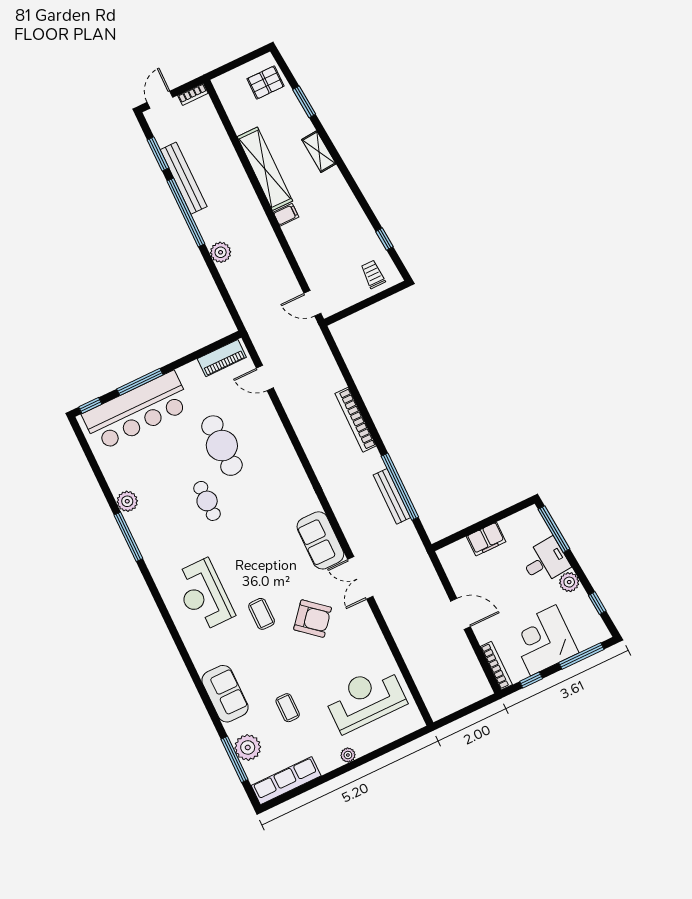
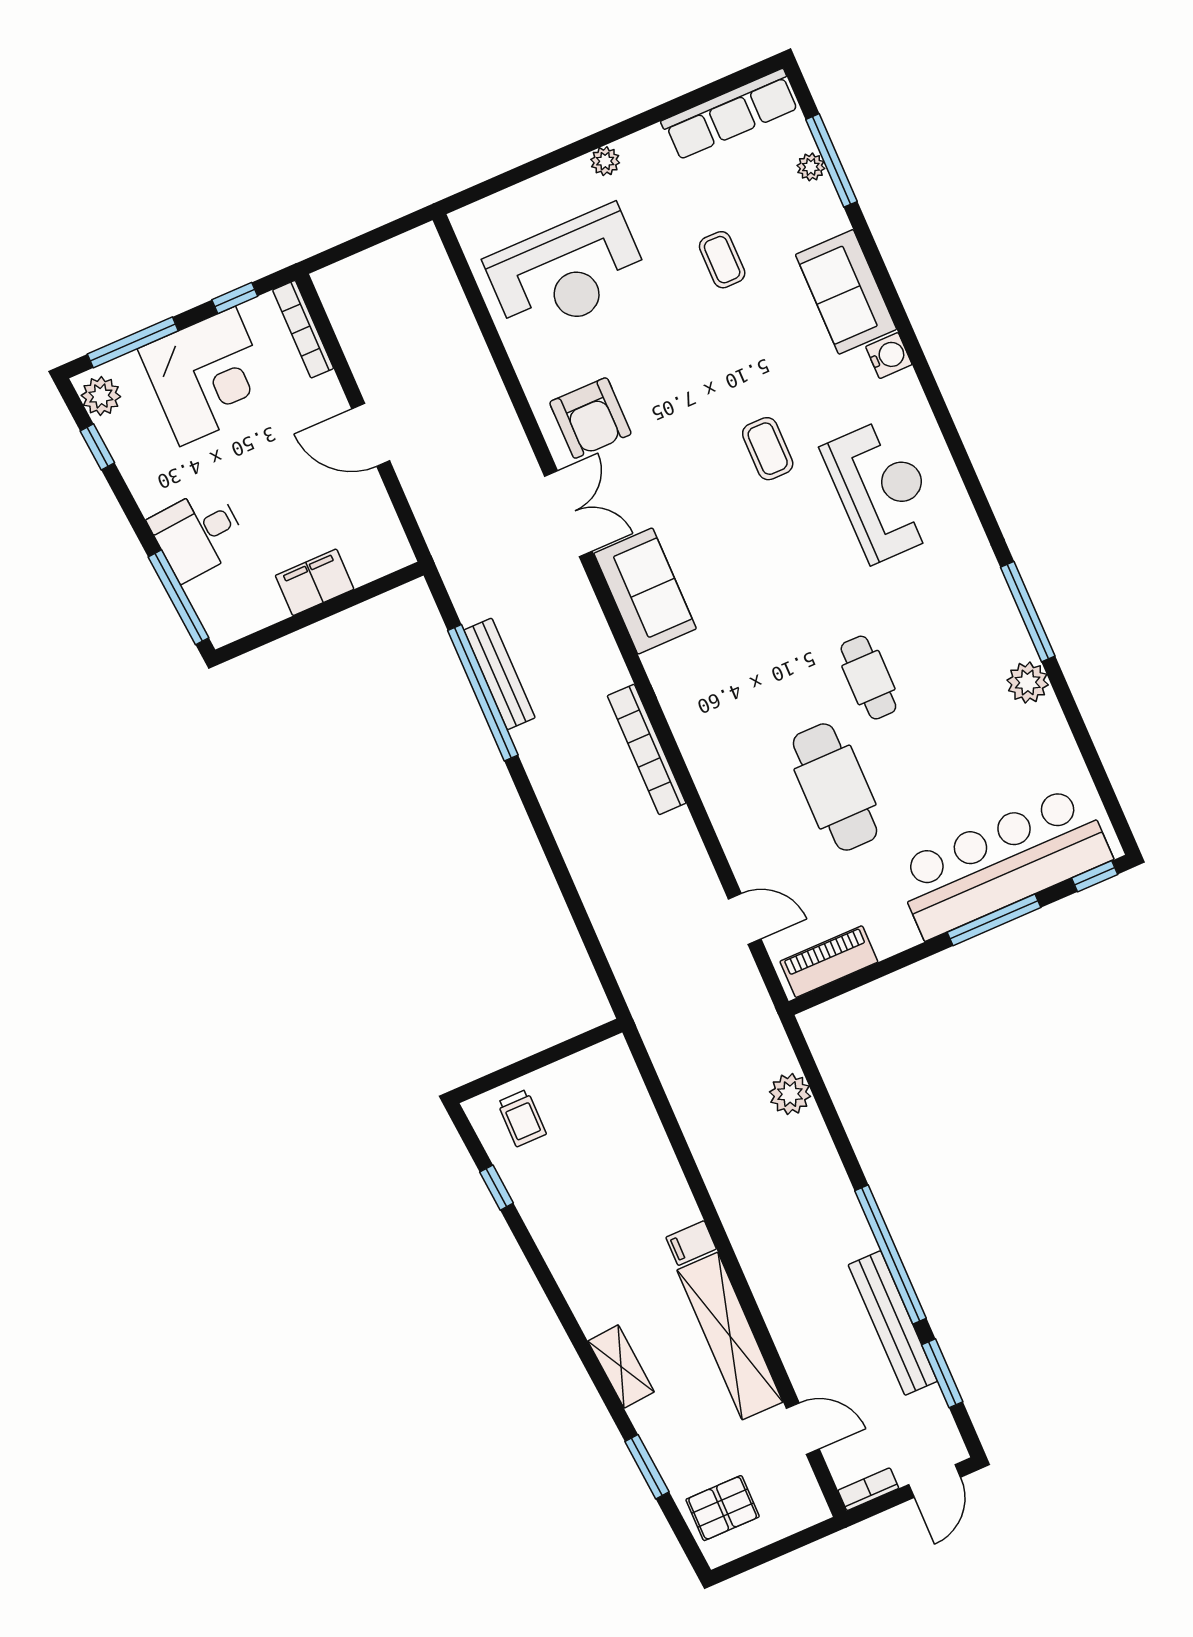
plant: (221, 252) -> (790, 1094), moved
door: (312, 303) -> (803, 1429), moved
bookcase: (356, 420) -> (647, 749), moved, turned 180
plant: (569, 582) -> (101, 396), moved
armchair: (313, 619) -> (590, 418), moved, turned -130
water cooler: (202, 663) -> (889, 356), added
plant: (248, 747) -> (811, 167), width x0.53, depth x0.53

